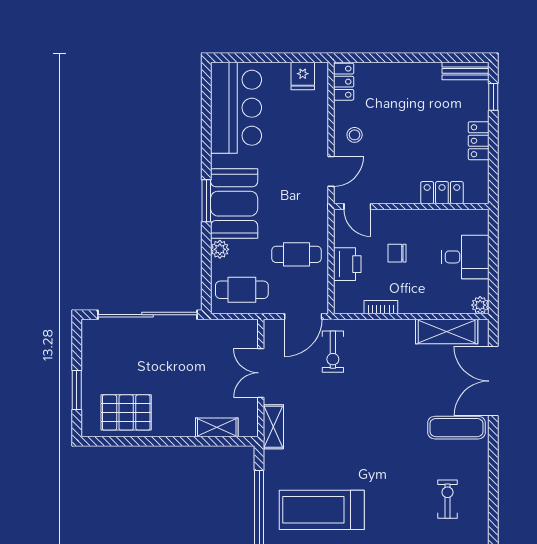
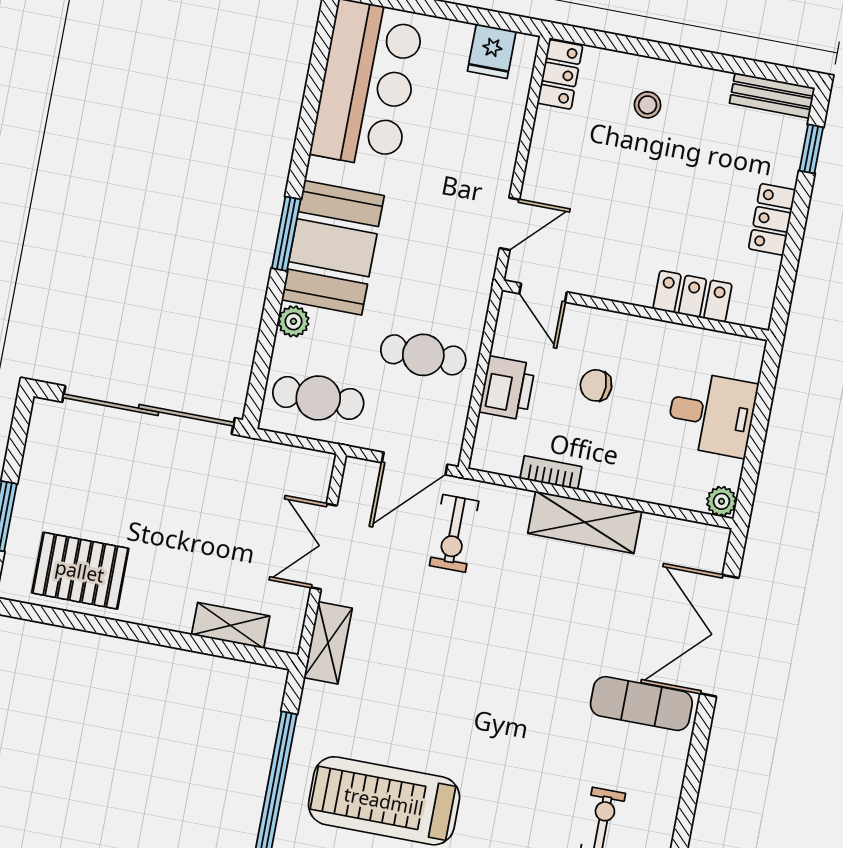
stool: (355, 135) -> (648, 105), moved
shelving: (447, 331) -> (585, 522), moved

